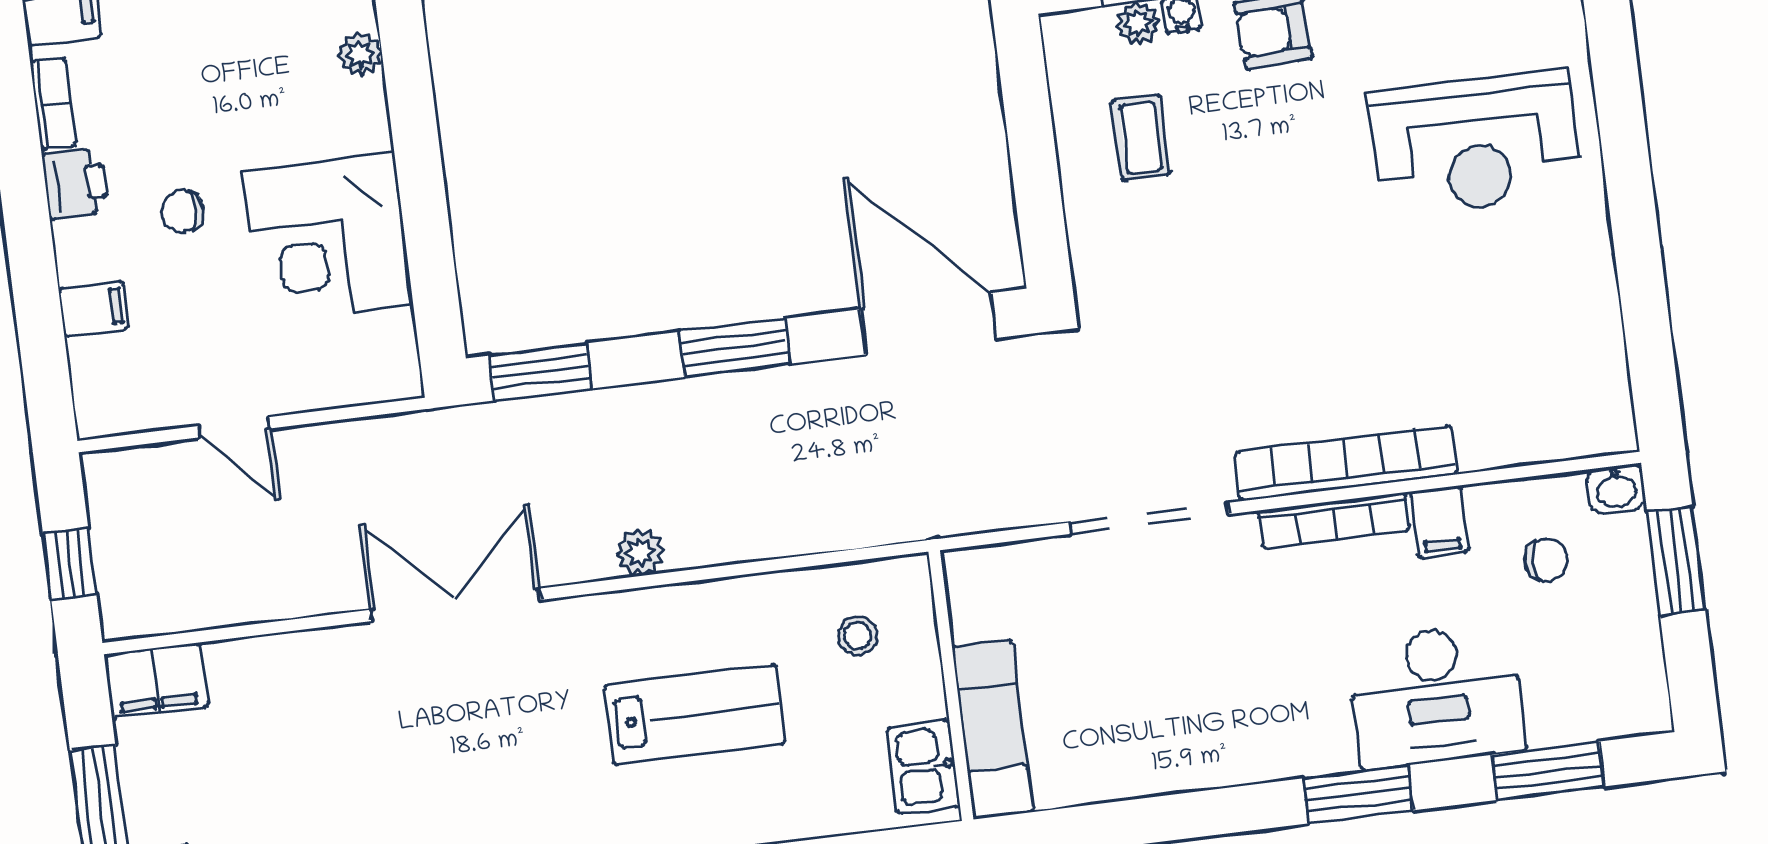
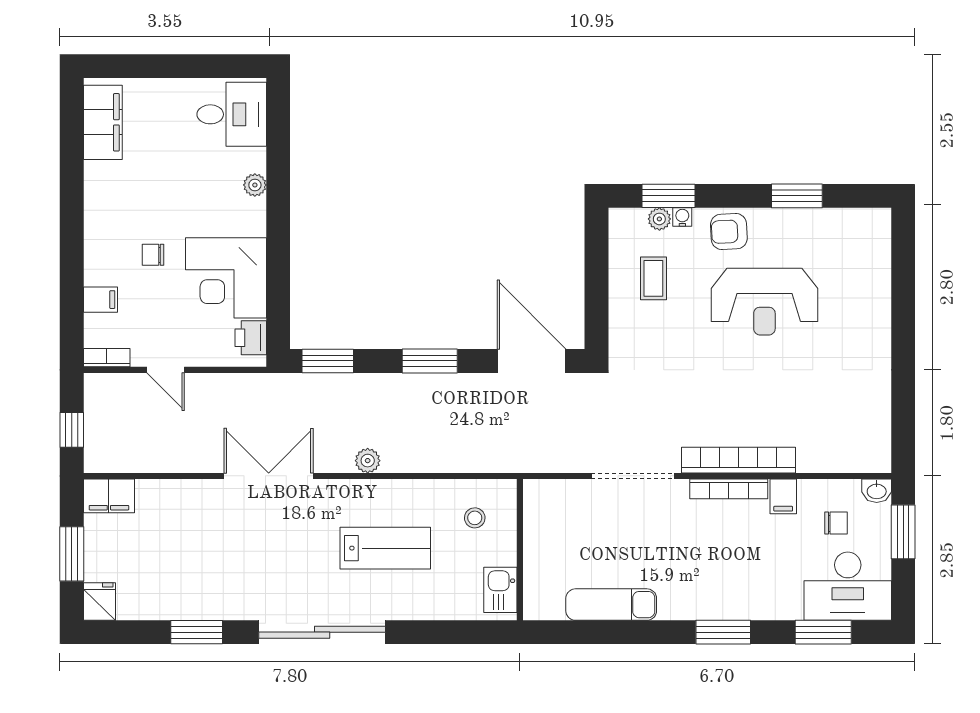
bookcase: (53, 104) -> (107, 358), moved, turned -90
reception desk: (1476, 143) -> (764, 302), moved
printer: (75, 184) -> (251, 338), moved, turned 180
desk: (1437, 696) -> (848, 586), moved
exam couch: (993, 730) -> (611, 605), moved, turned -90

